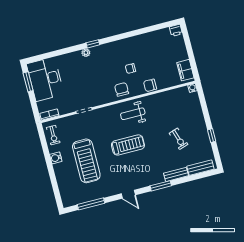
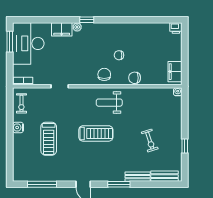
filing cabinet: (72, 58) -> (62, 29), added
treadmill: (86, 161) -> (49, 139), width x0.73, depth x0.73

